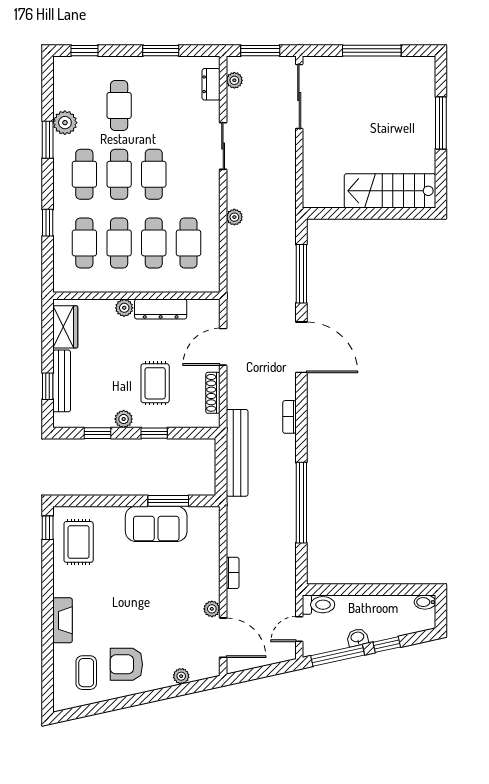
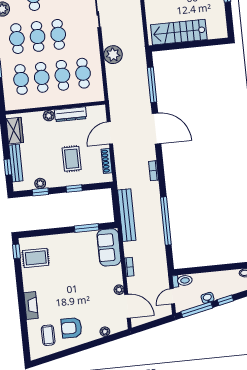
stairs: (390, 191) -> (179, 32), moved
plant: (234, 217) -> (113, 55), width x1.87, depth x1.87
plant: (124, 419) -> (40, 183), moved
bench: (237, 453) -> (127, 215), moved
sofa: (156, 524) -> (109, 247), moved, turned 90
rug: (79, 542) -> (36, 258), turned 90

